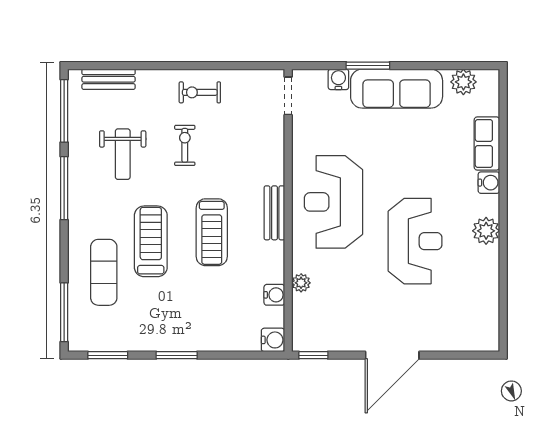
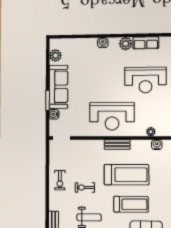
row of seats: (487, 143) -> (146, 43), moved
treadmill: (212, 232) -> (127, 175), width x1.37, depth x1.38
treadmill: (151, 241) -> (131, 204), turned 180
reception desk: (415, 241) -> (145, 80), moved, turned 180

